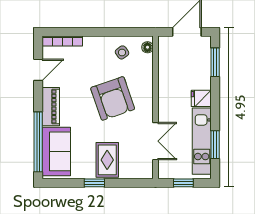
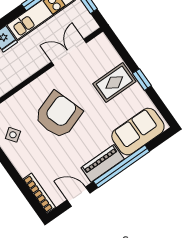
window: (38, 142) -> (121, 166), moved

